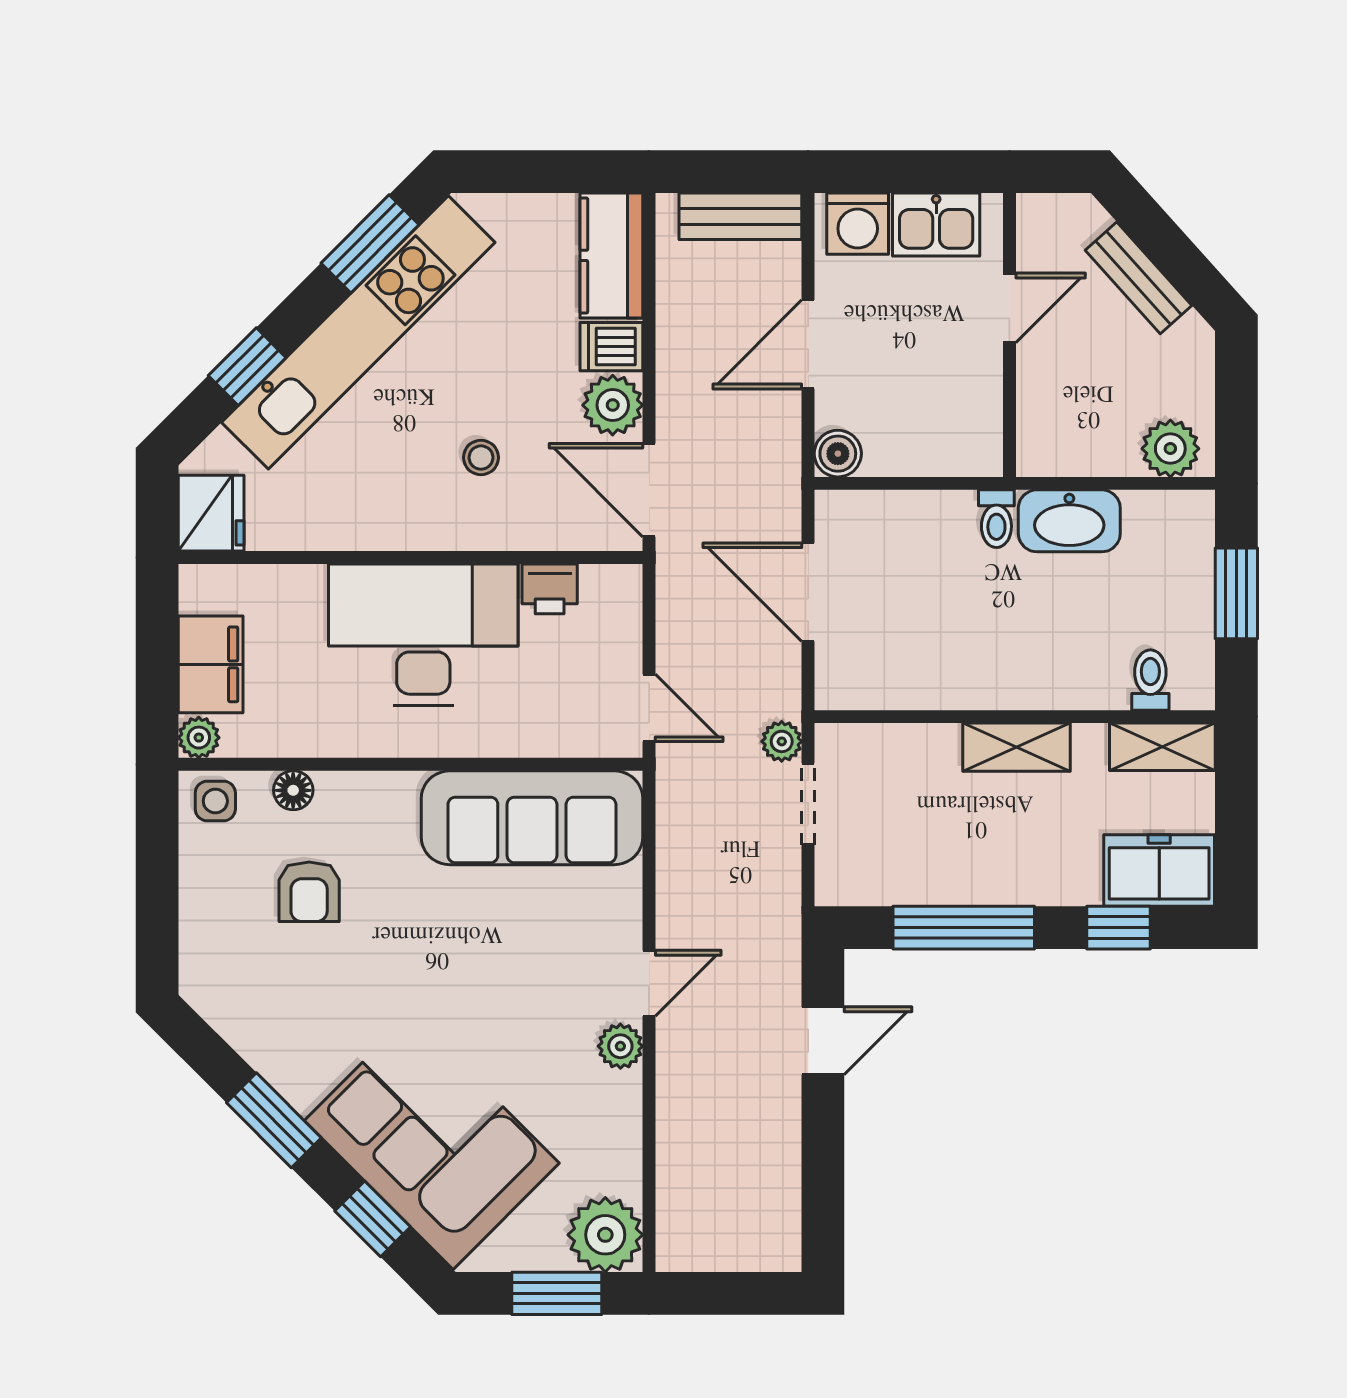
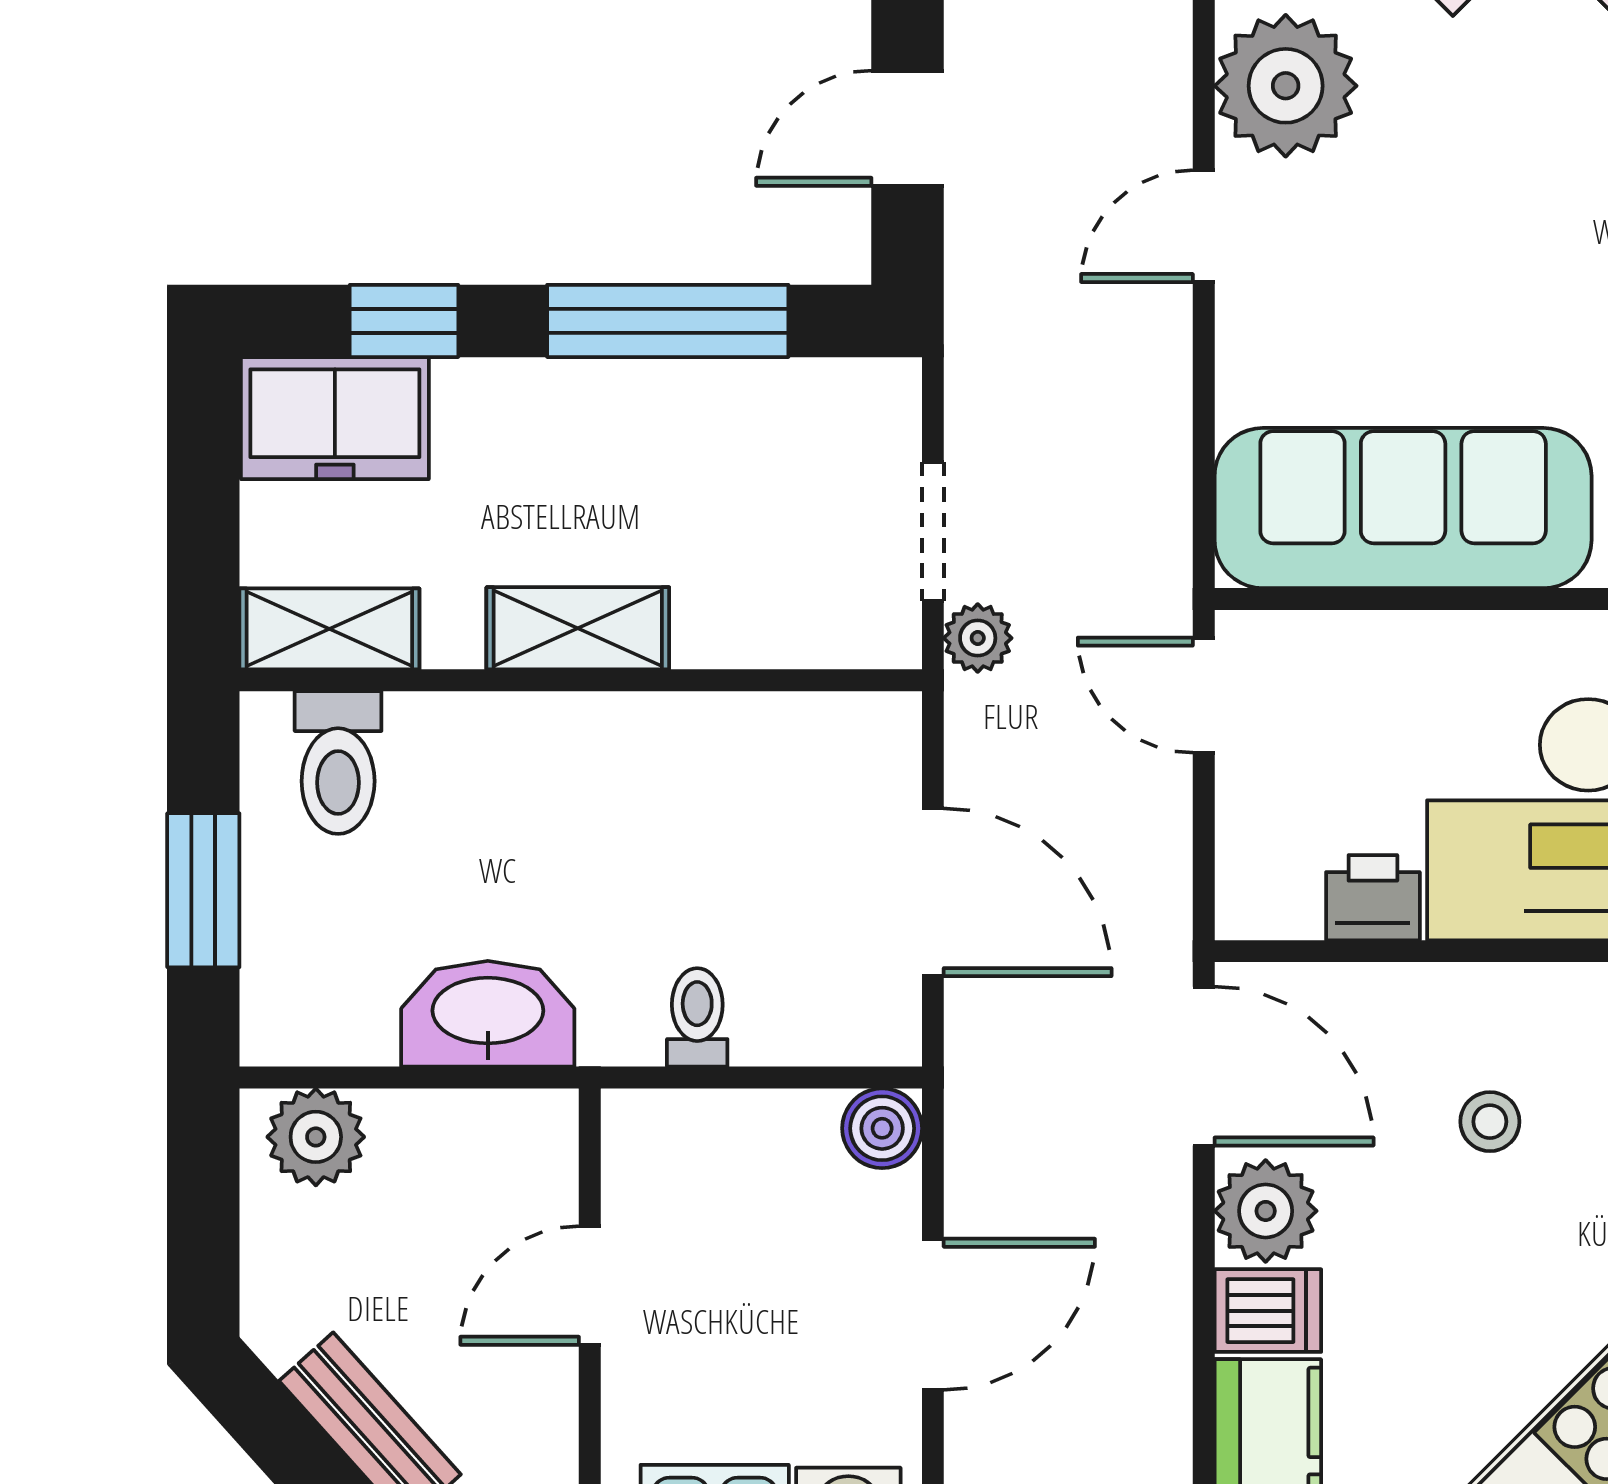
door: (1009, 308) -> (590, 1285), moved
toilet: (996, 519) -> (697, 1017), moved
toilet: (1150, 680) -> (338, 763), width x1.37, depth x1.39
plant: (620, 1046) -> (1286, 86), width x1.88, depth x1.88

